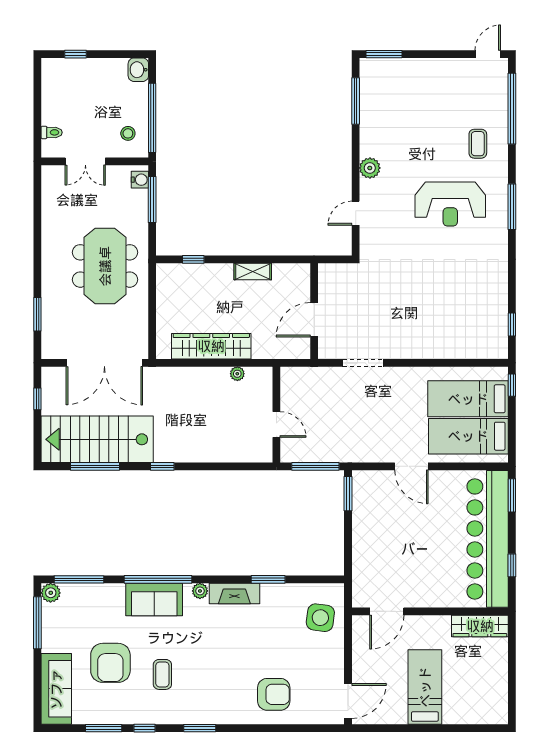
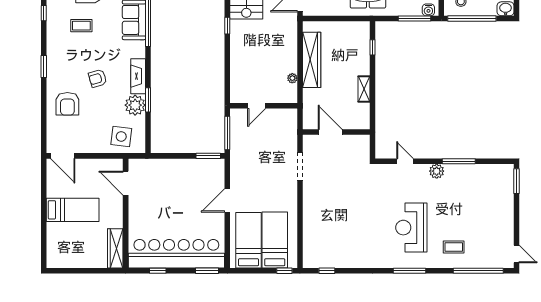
window: (356, 101) -> (459, 161), moved
plant: (200, 591) -> (135, 105), moved, width x1.87, depth x1.87
armchair: (238, 651) -> (98, 78), added
window: (200, 728) -> (44, 66), moved

